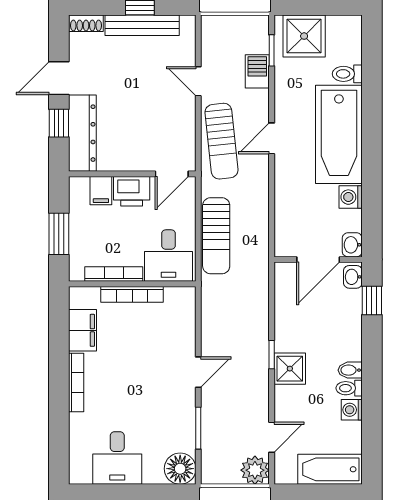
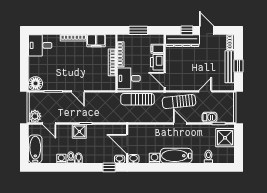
bathtub: (339, 134) -> (176, 156), width x0.73, depth x0.73
desk: (117, 458) -> (40, 45), moved

